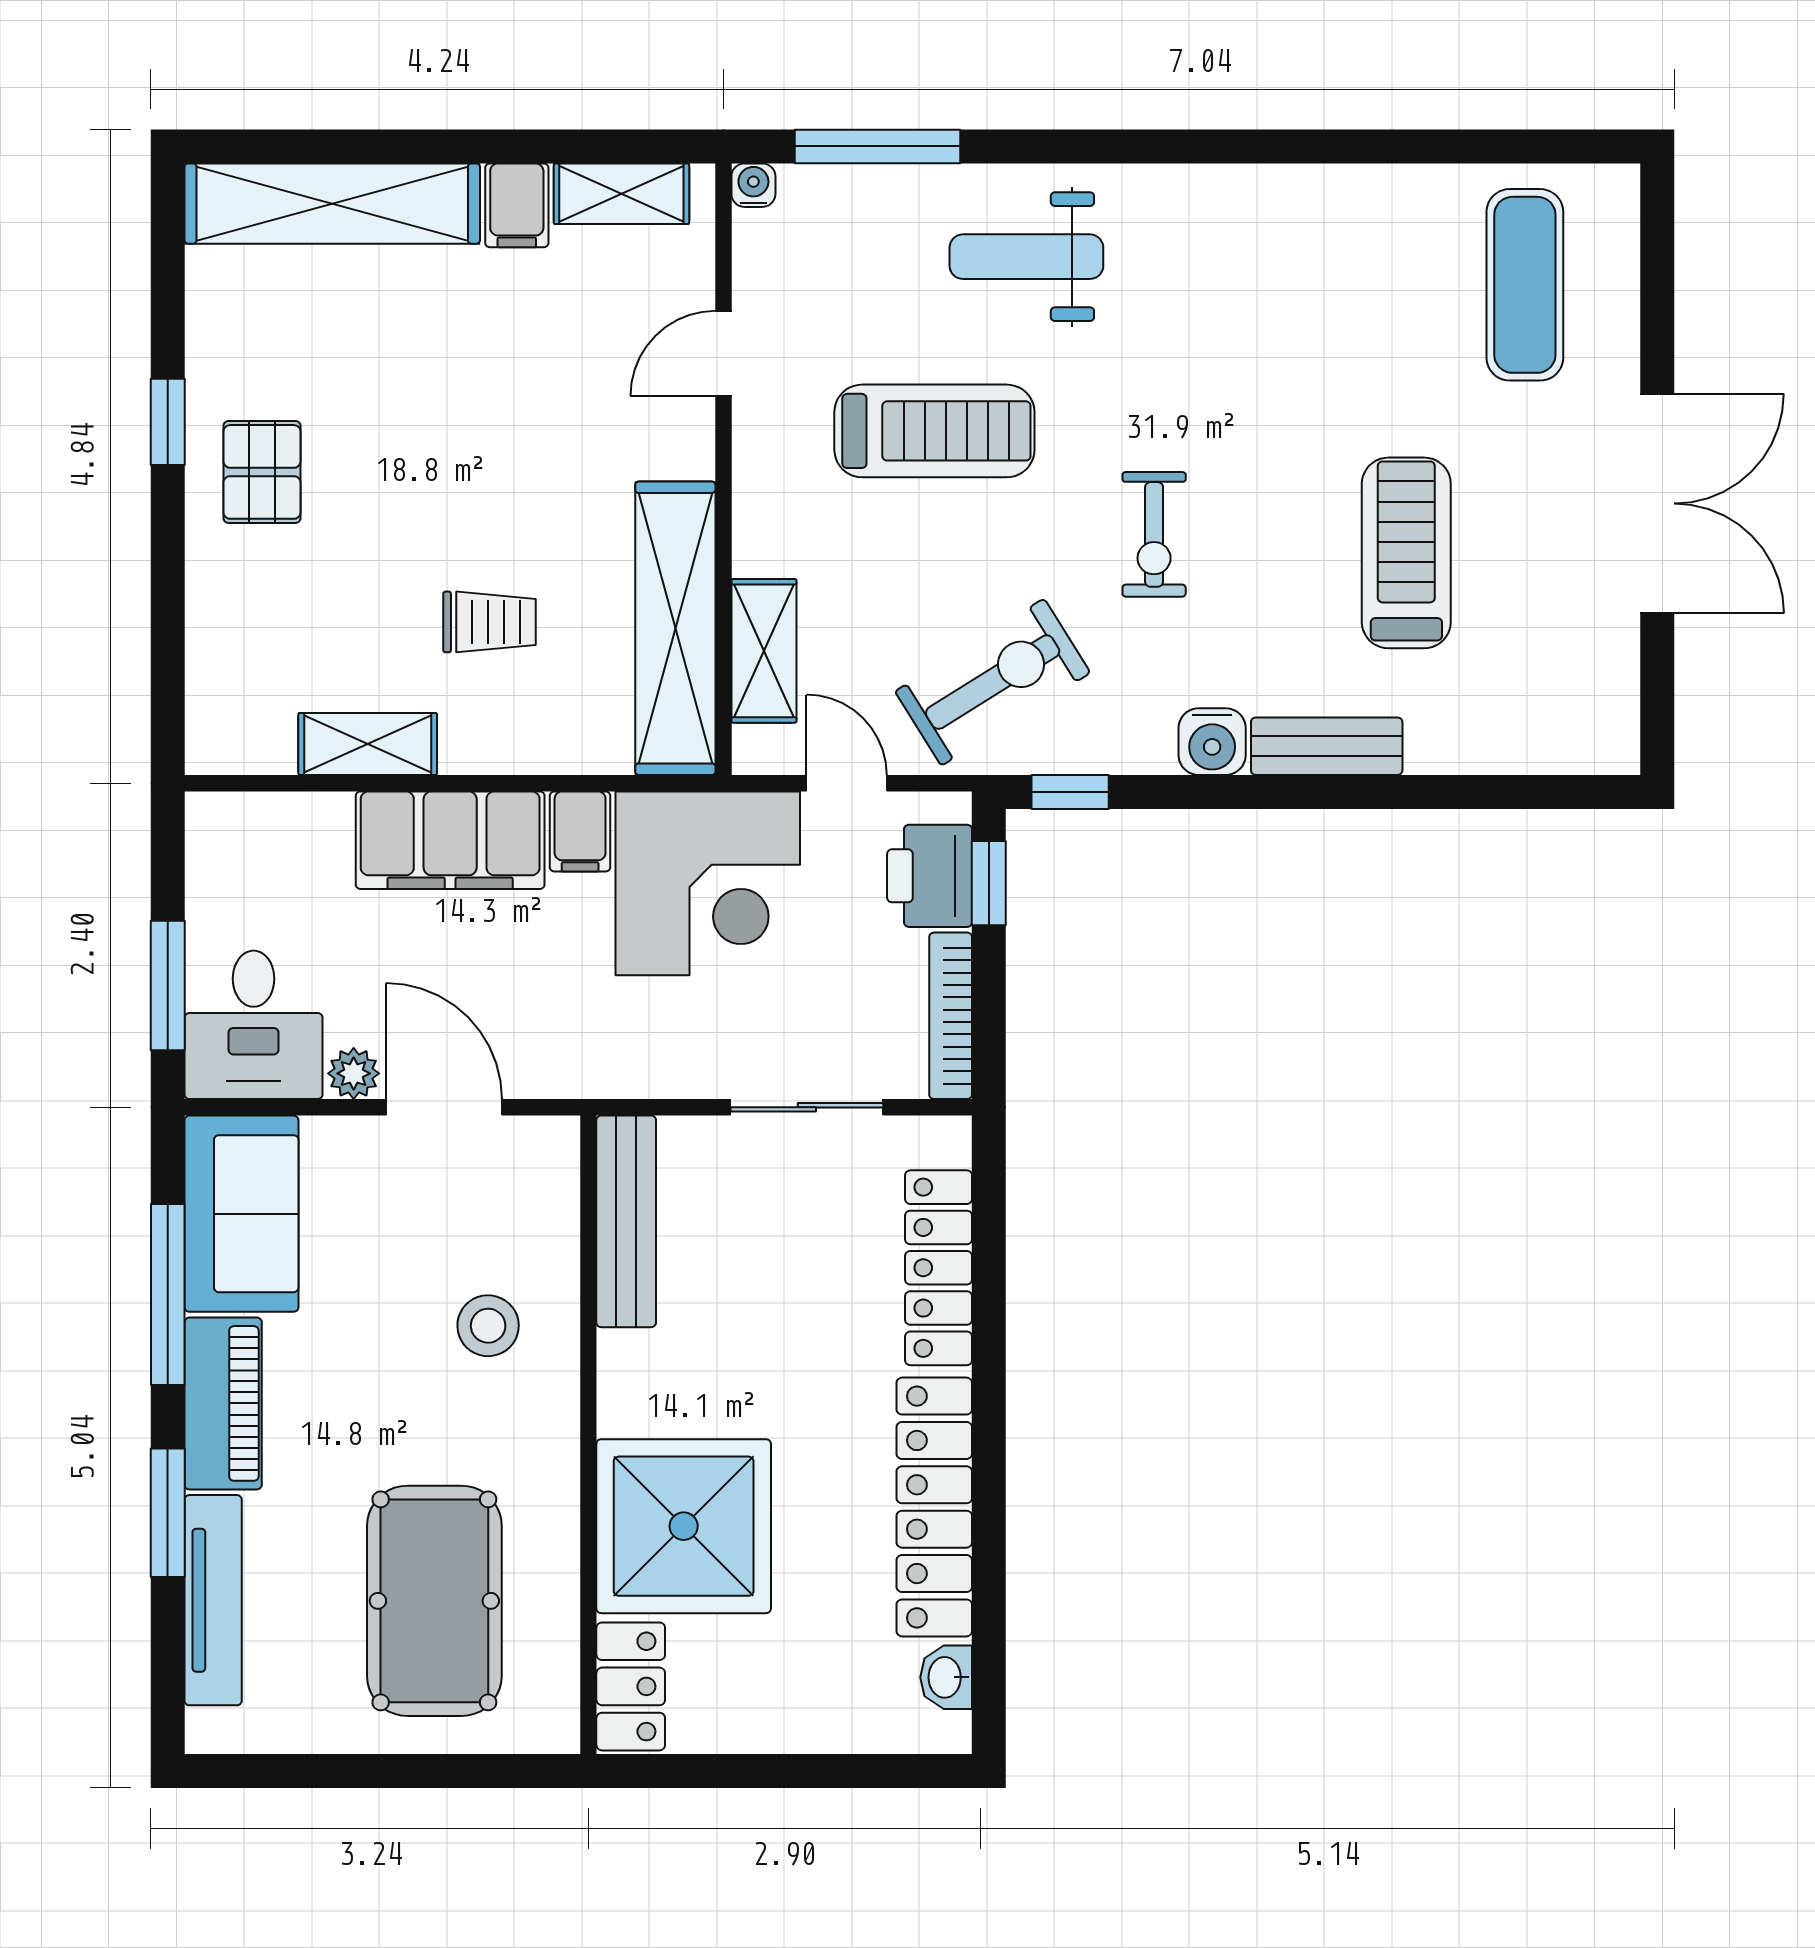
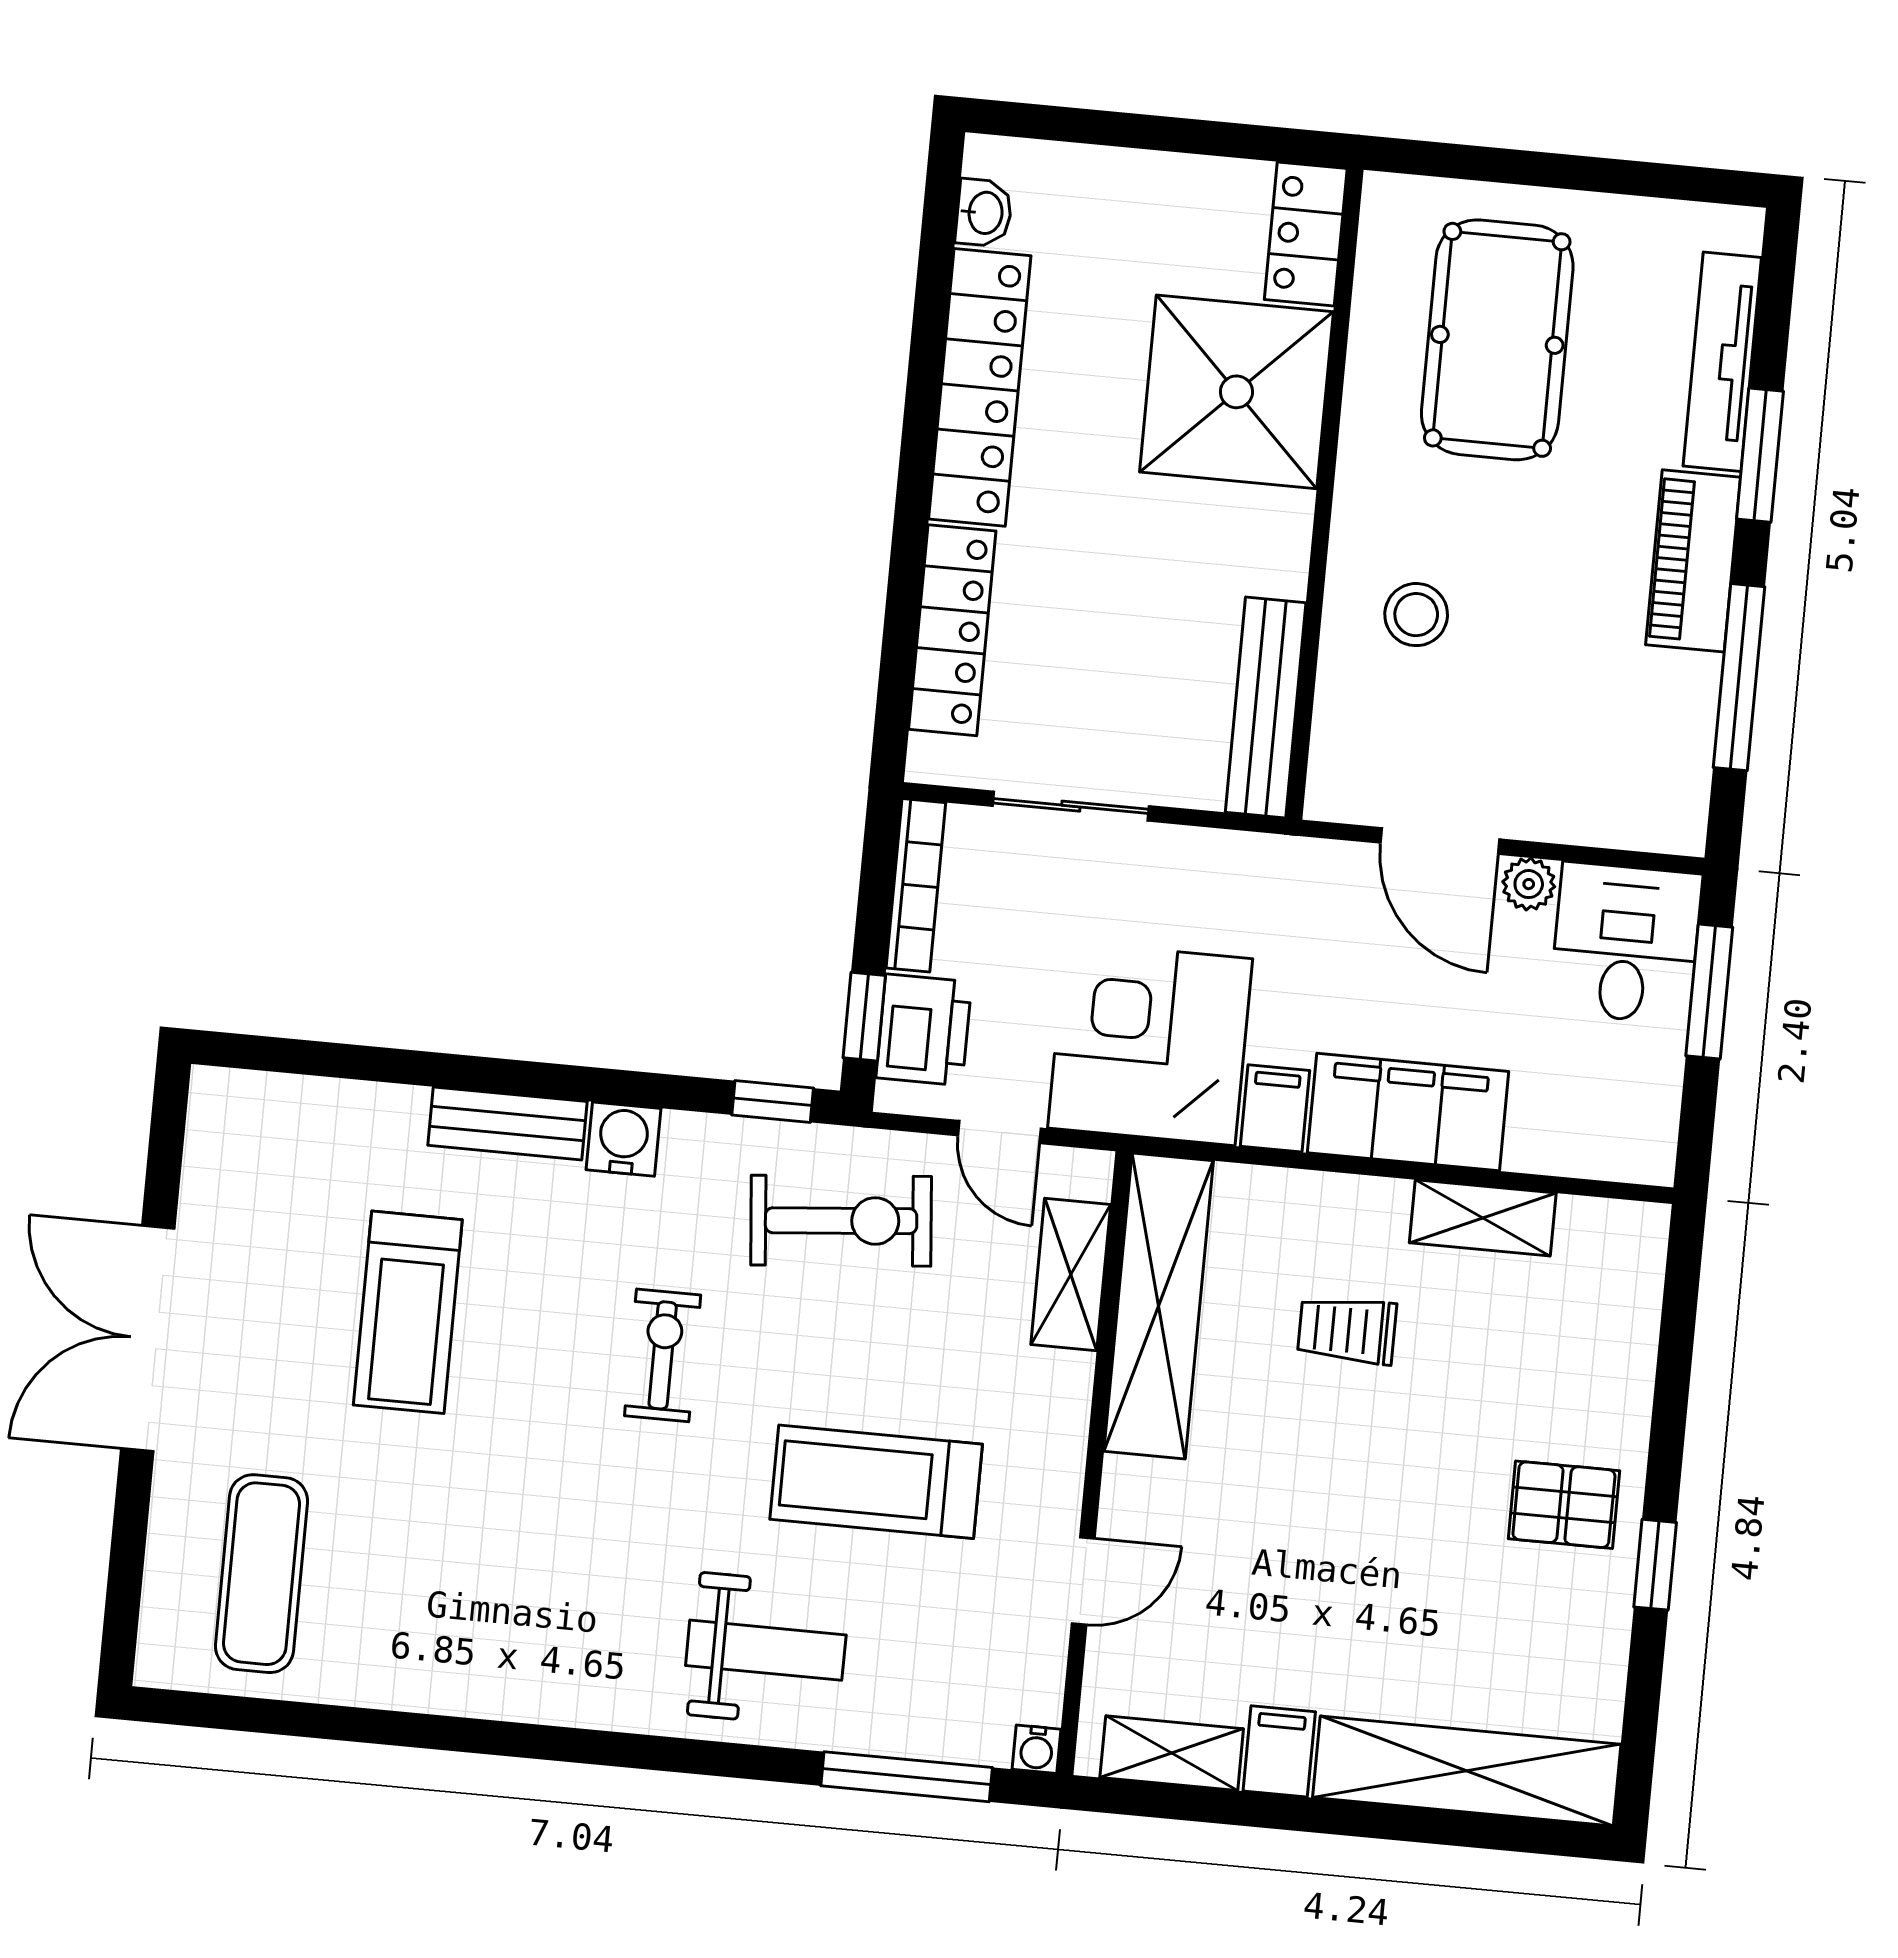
pallet: (262, 472) -> (1564, 1505), turned 90
exercise bike: (993, 682) -> (841, 1221), turned -153
sofa: (241, 1214) -> (1656, 752), removed

